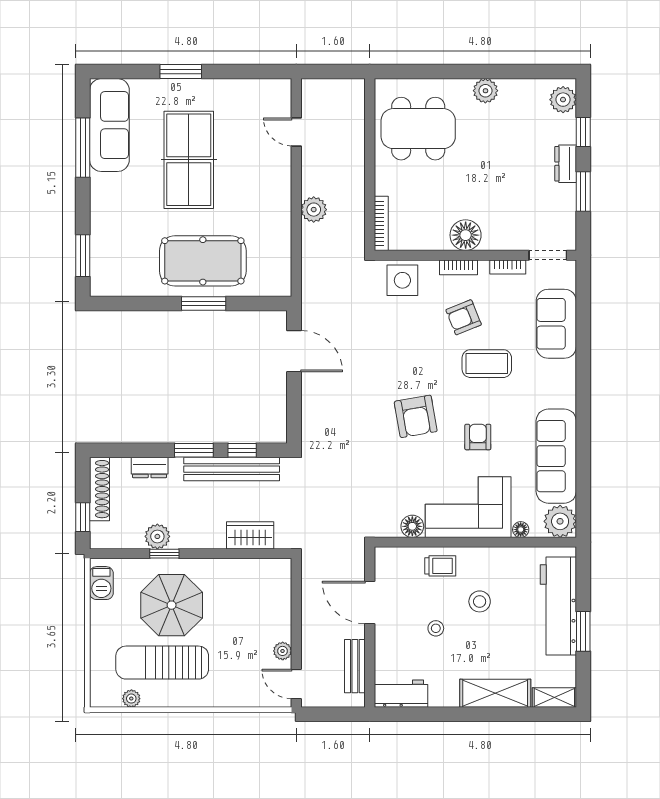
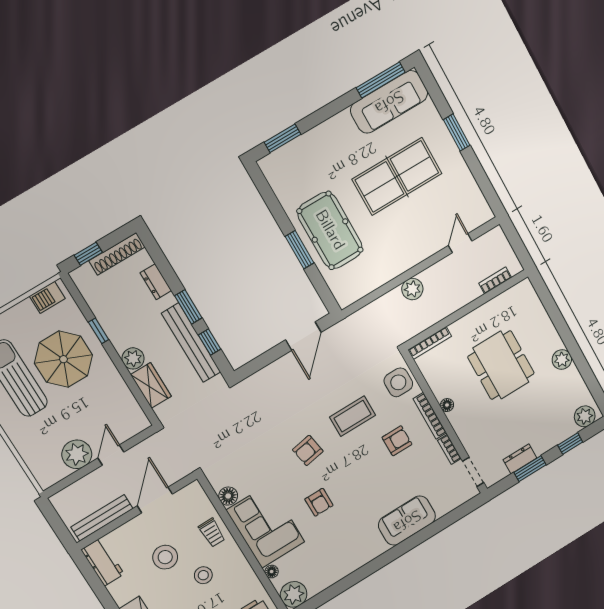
bookcase: (357, 116) -> (495, 280), added
dining table: (418, 129) -> (501, 365), moved
window: (83, 148) -> (381, 80), moved
dresser: (566, 164) -> (520, 459), moved
floor lamp: (466, 235) -> (447, 405), width x0.53, depth x0.53
bookcase: (459, 267) -> (430, 416), width x1.56
armchair: (464, 317) -> (397, 441), turned 112
sofa: (556, 324) -> (407, 521), moved
coffee table: (487, 364) -> (353, 416), moved, turned 90
armchair: (416, 416) -> (308, 450), width x0.72, depth x0.72
armchair: (478, 437) -> (319, 502), turned 90
sofa: (556, 456) -> (338, 564), removed
plant: (157, 536) -> (133, 358), moved
stool: (436, 628) -> (165, 557), width x1.89, depth x1.89
plant: (283, 651) -> (77, 454), width x1.88, depth x1.88
bench: (355, 666) -> (102, 518), width x1.36
door: (296, 684) -> (111, 455), moved

